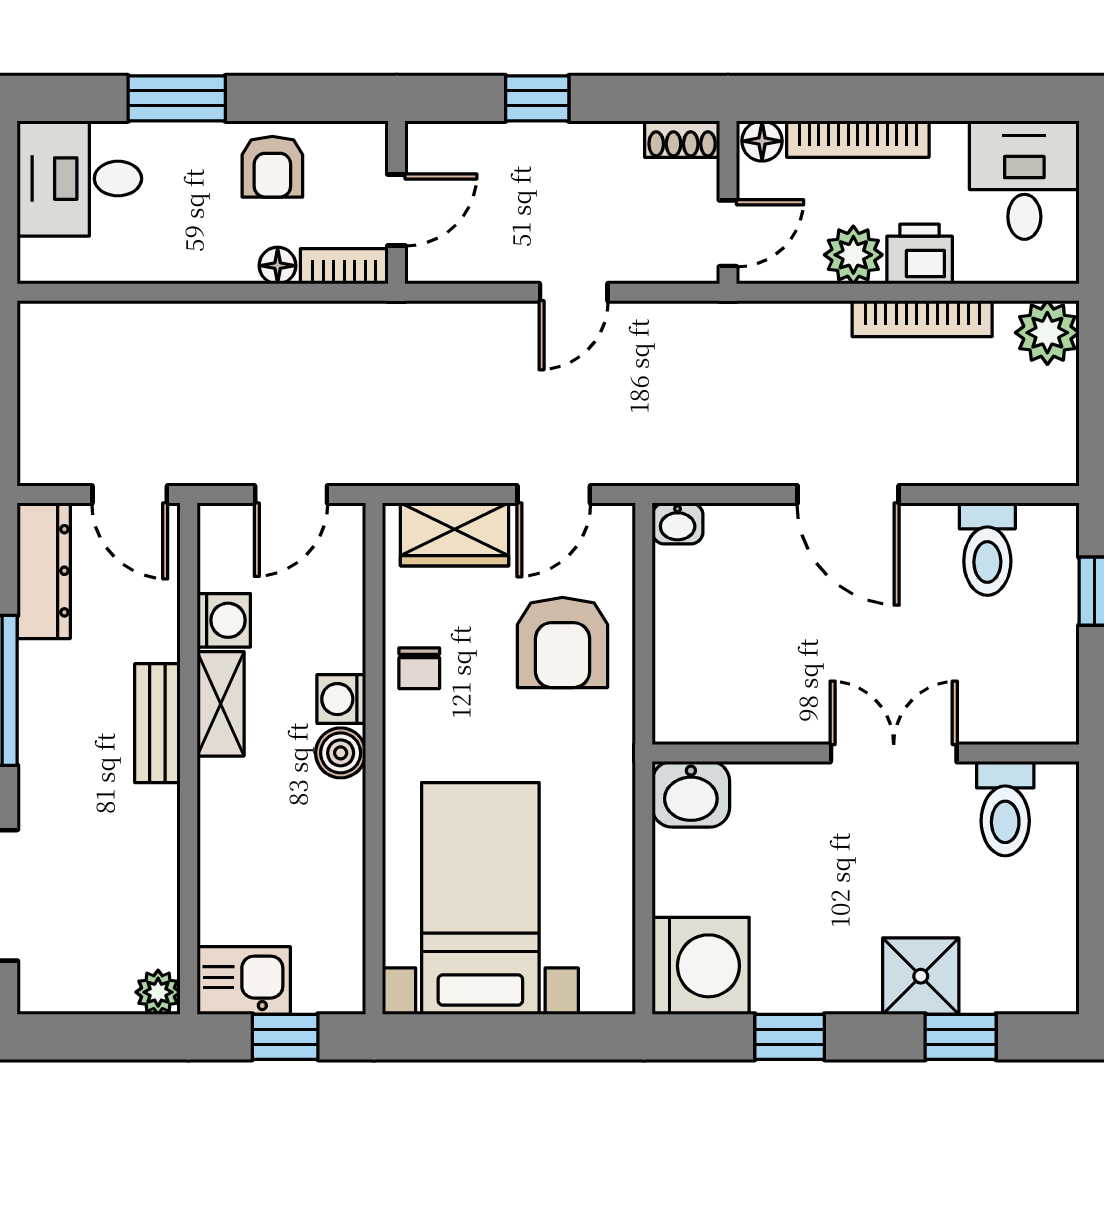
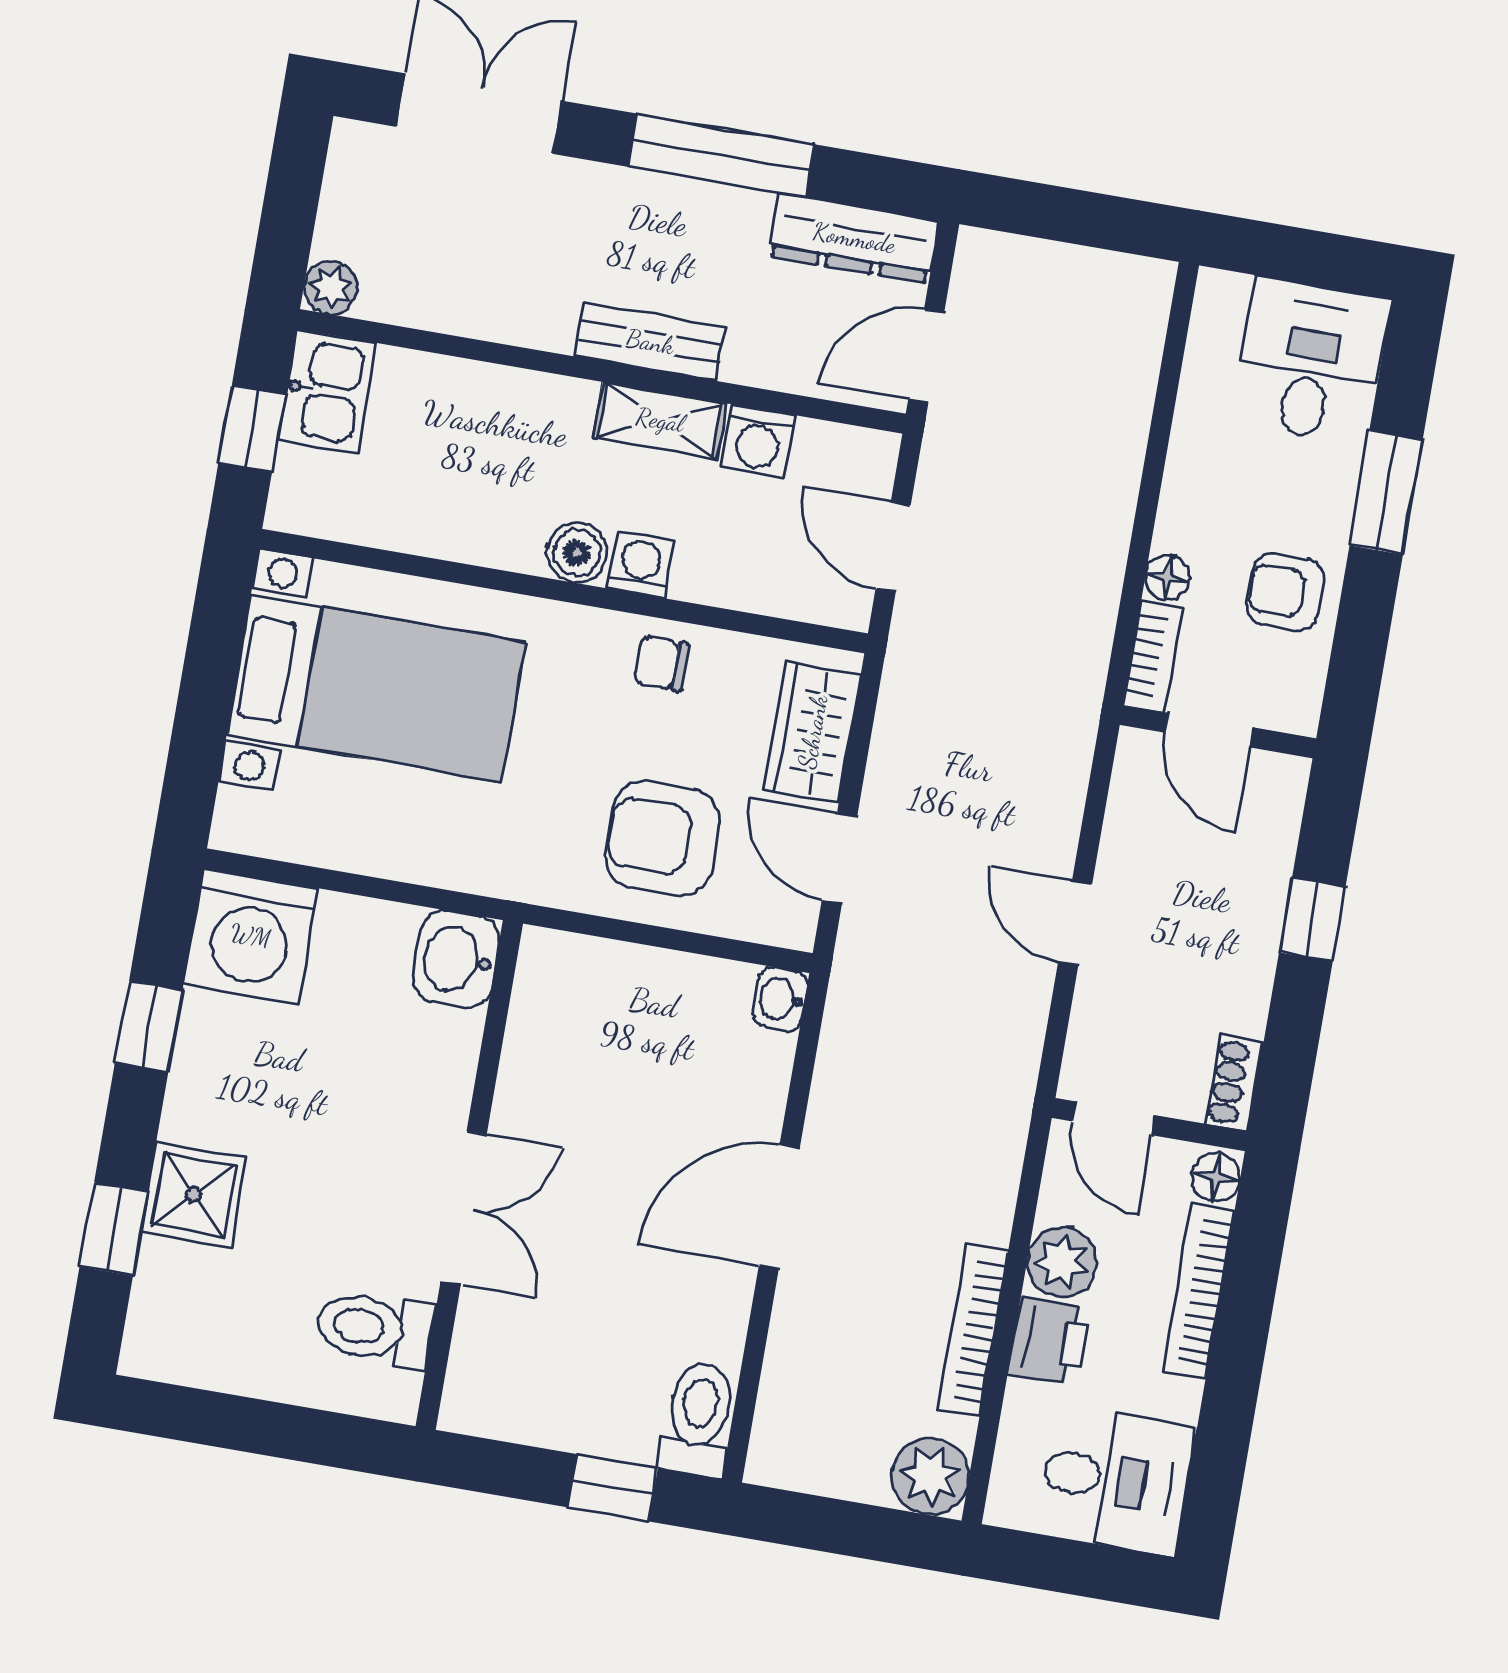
toilet: (987, 549) -> (698, 1419), moved, turned 90

